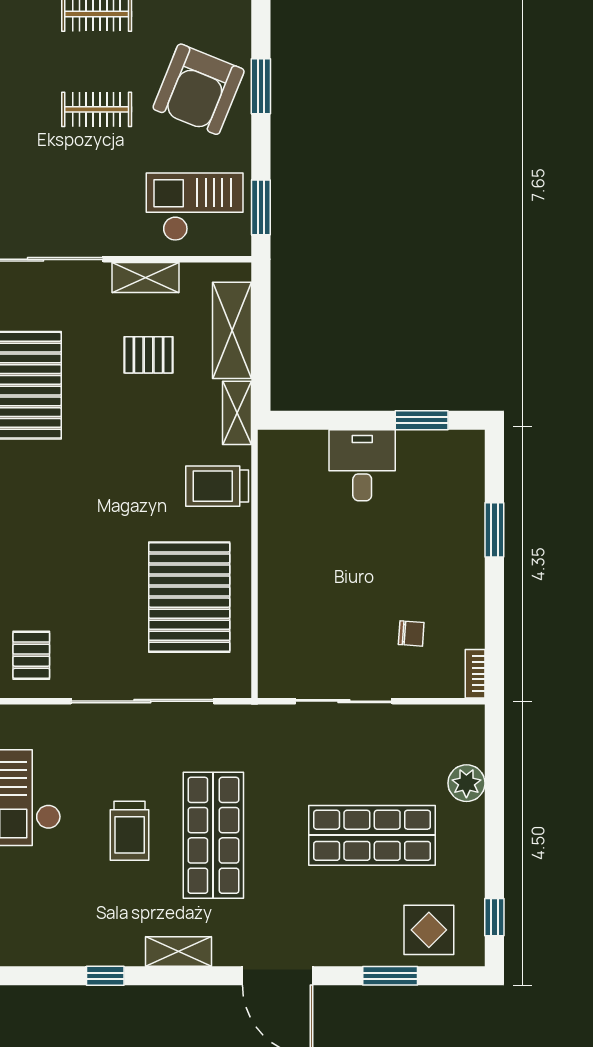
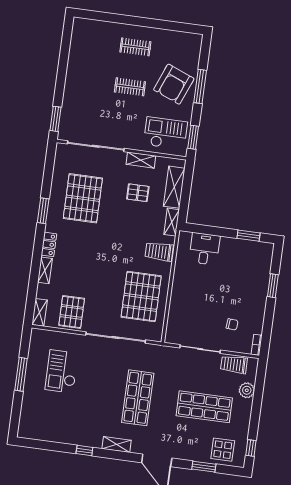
window: (261, 86) -> (200, 86), width x1.44
desk: (362, 465) -> (204, 249), moved
pallet: (31, 655) -> (72, 312), width x1.50, depth x1.42
trolley: (130, 831) -> (234, 365), moved, turned 90

